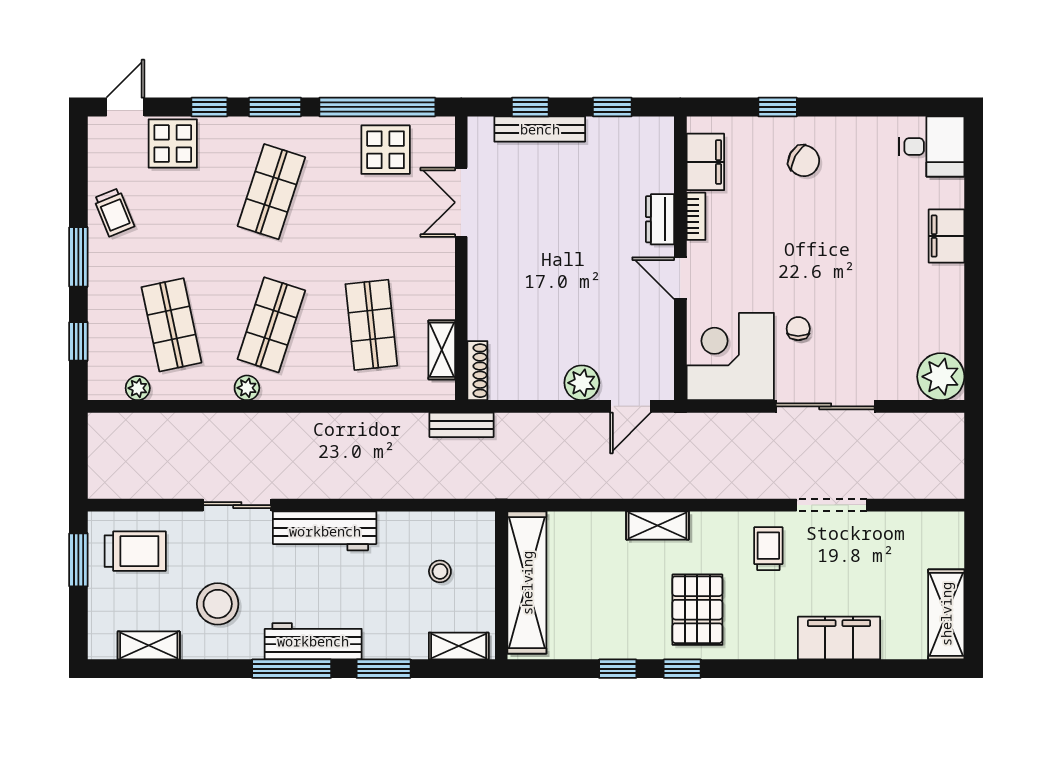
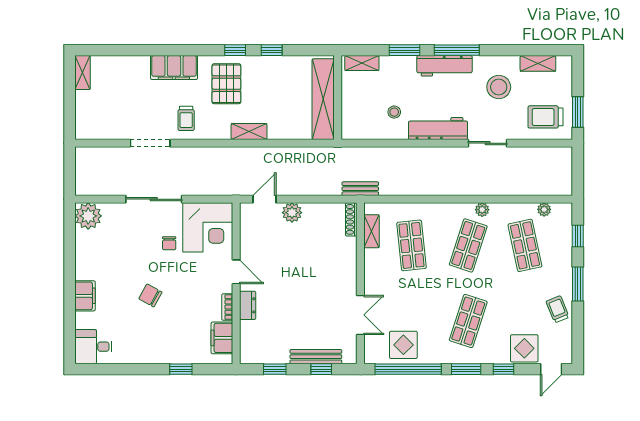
chair: (804, 161) -> (150, 295), moved
stool: (440, 571) -> (394, 112), moved
shelving: (946, 614) -> (83, 73), width x0.67, depth x0.75
filing cabinet: (839, 638) -> (174, 68), moved

